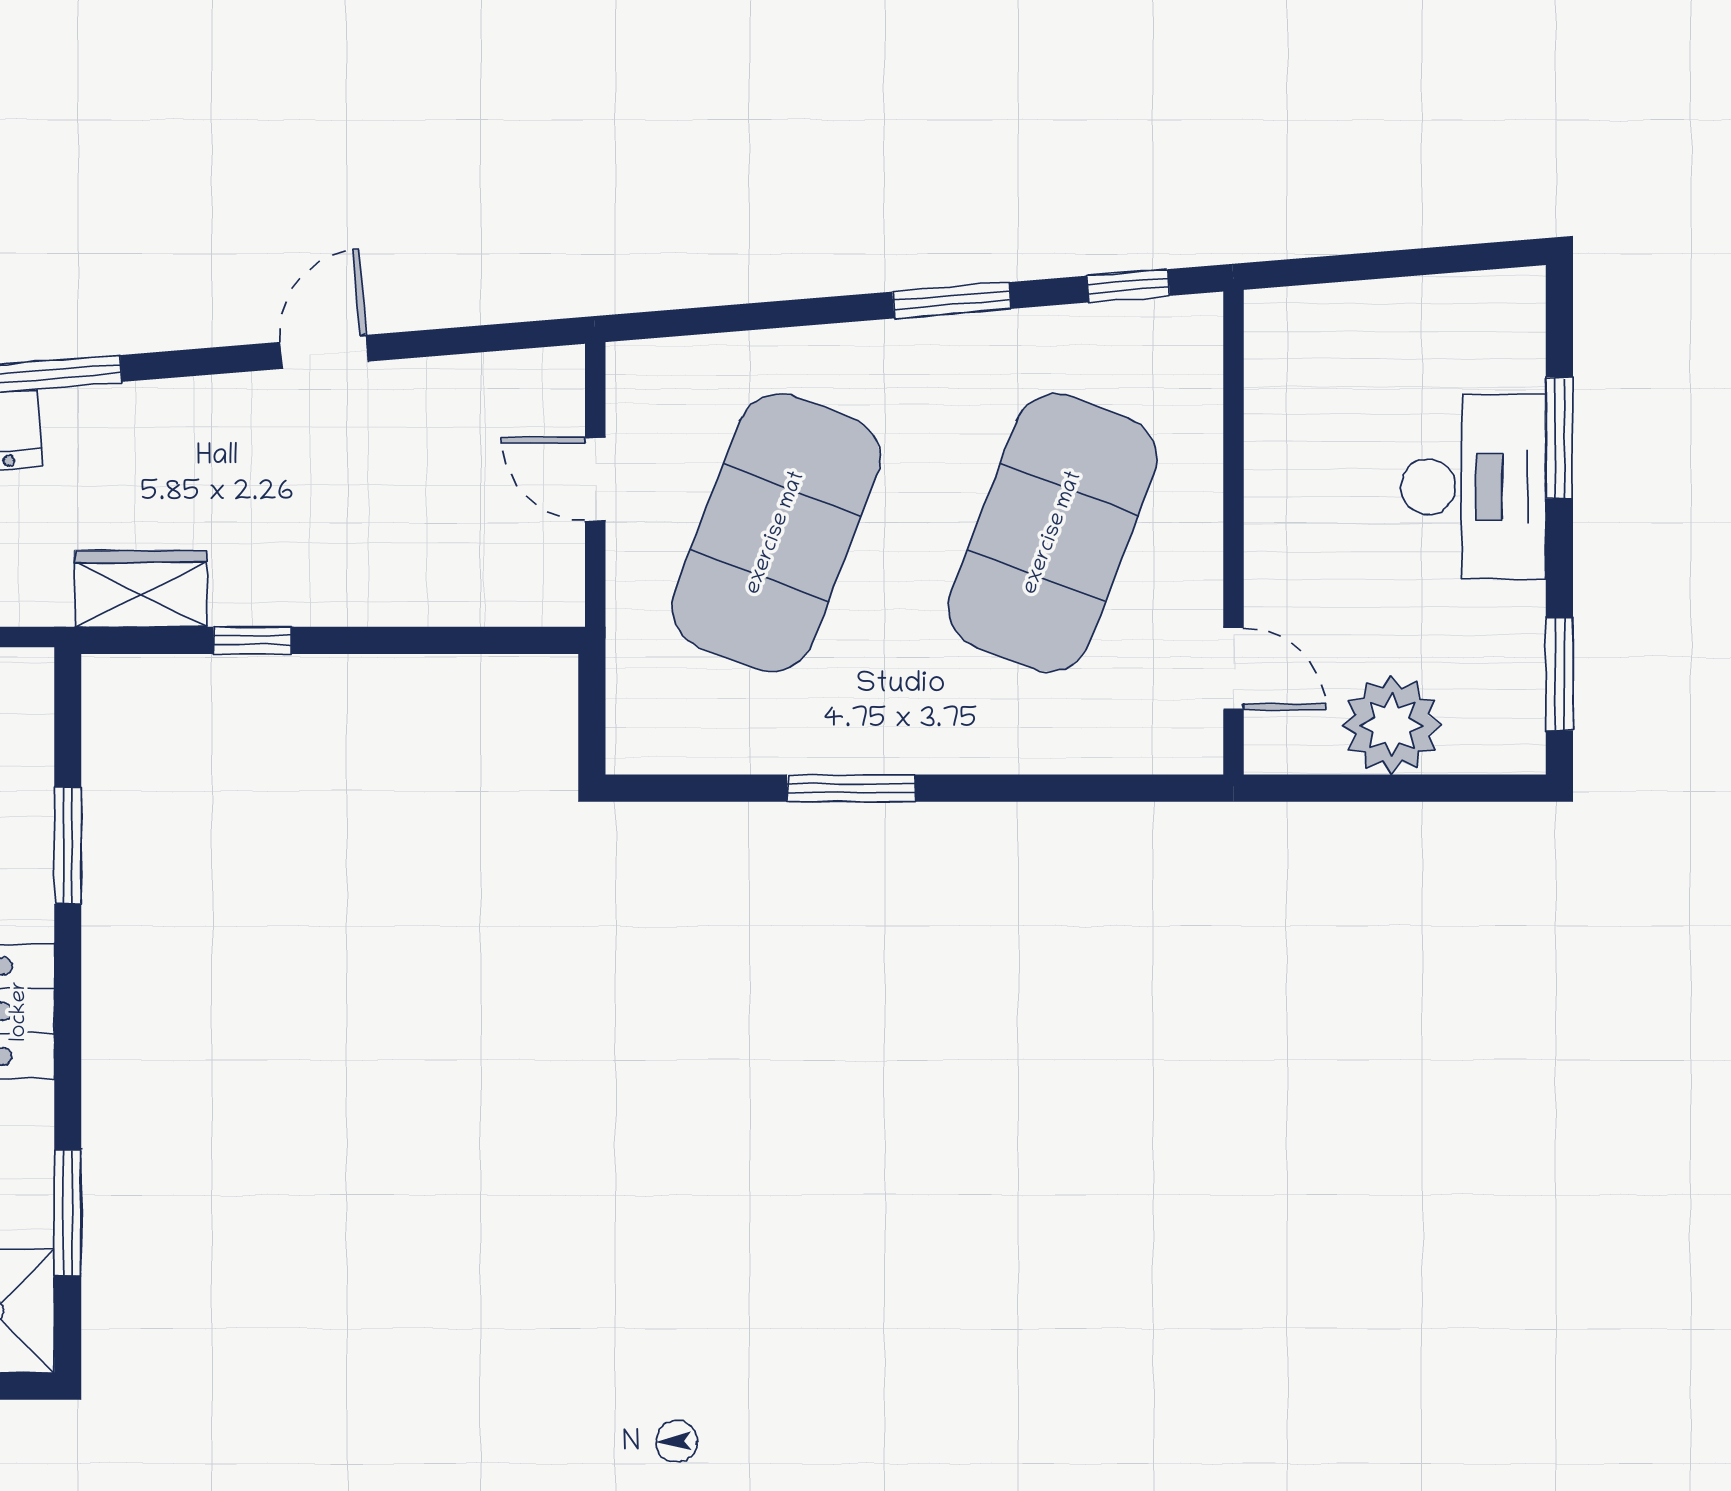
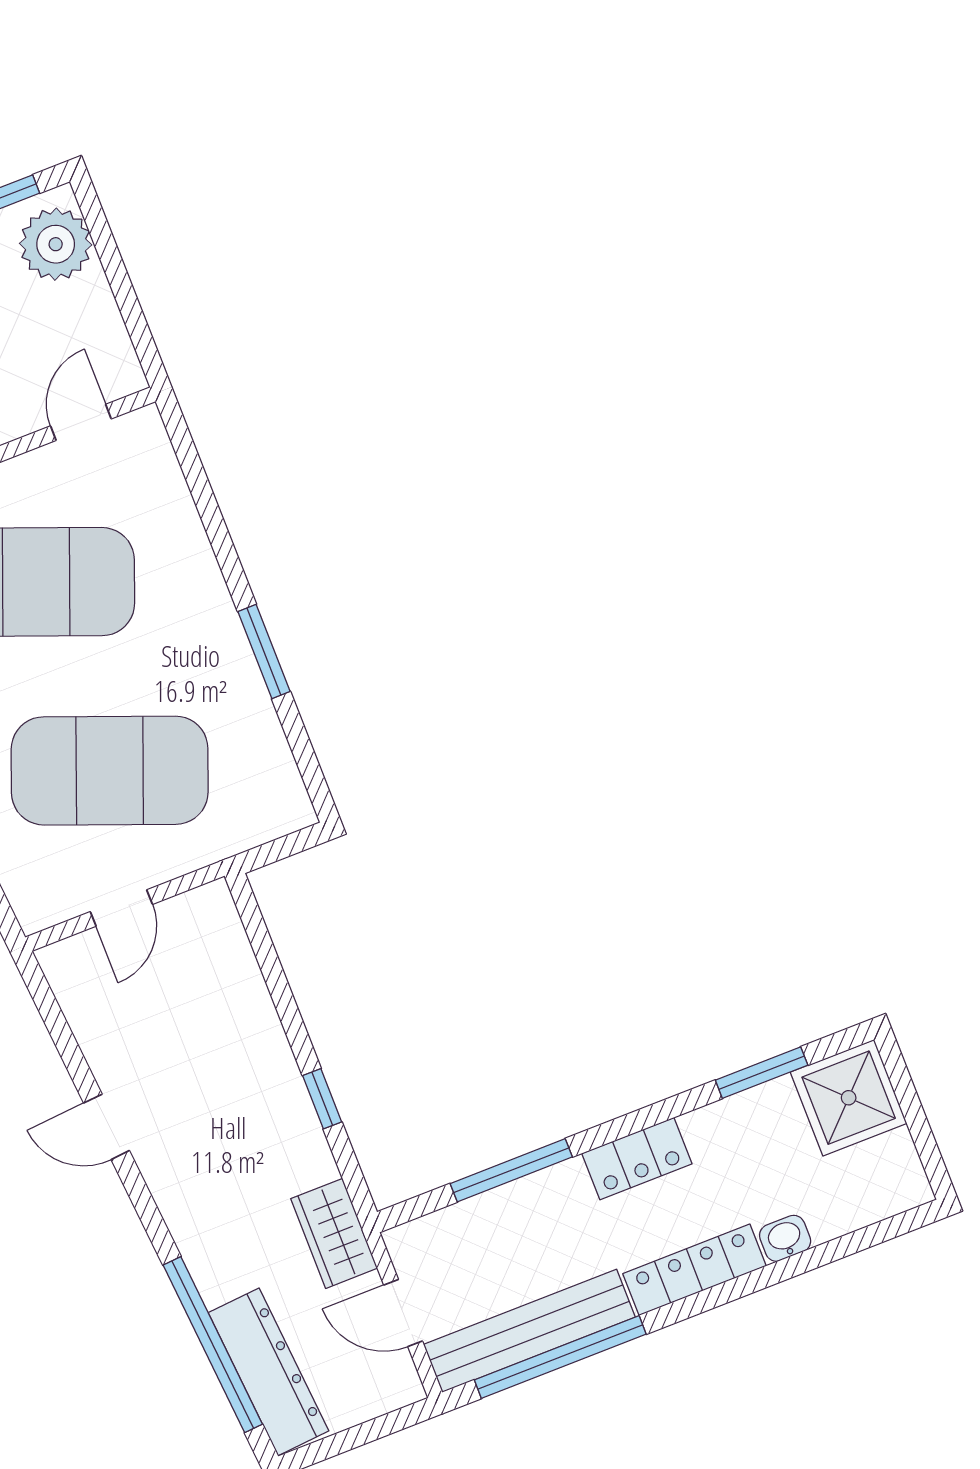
wardrobe: (141, 589) -> (334, 1233), moved
plant: (1392, 725) -> (56, 244), moved
window: (68, 846) -> (511, 1170), width x1.44

